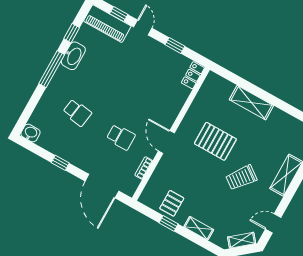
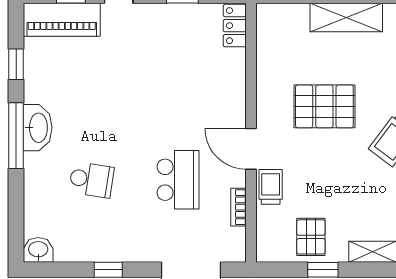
washbasin: (73, 56) -> (38, 128), moved
school desk: (121, 137) -> (178, 180), width x1.85
trolley: (166, 167) -> (271, 187), added

